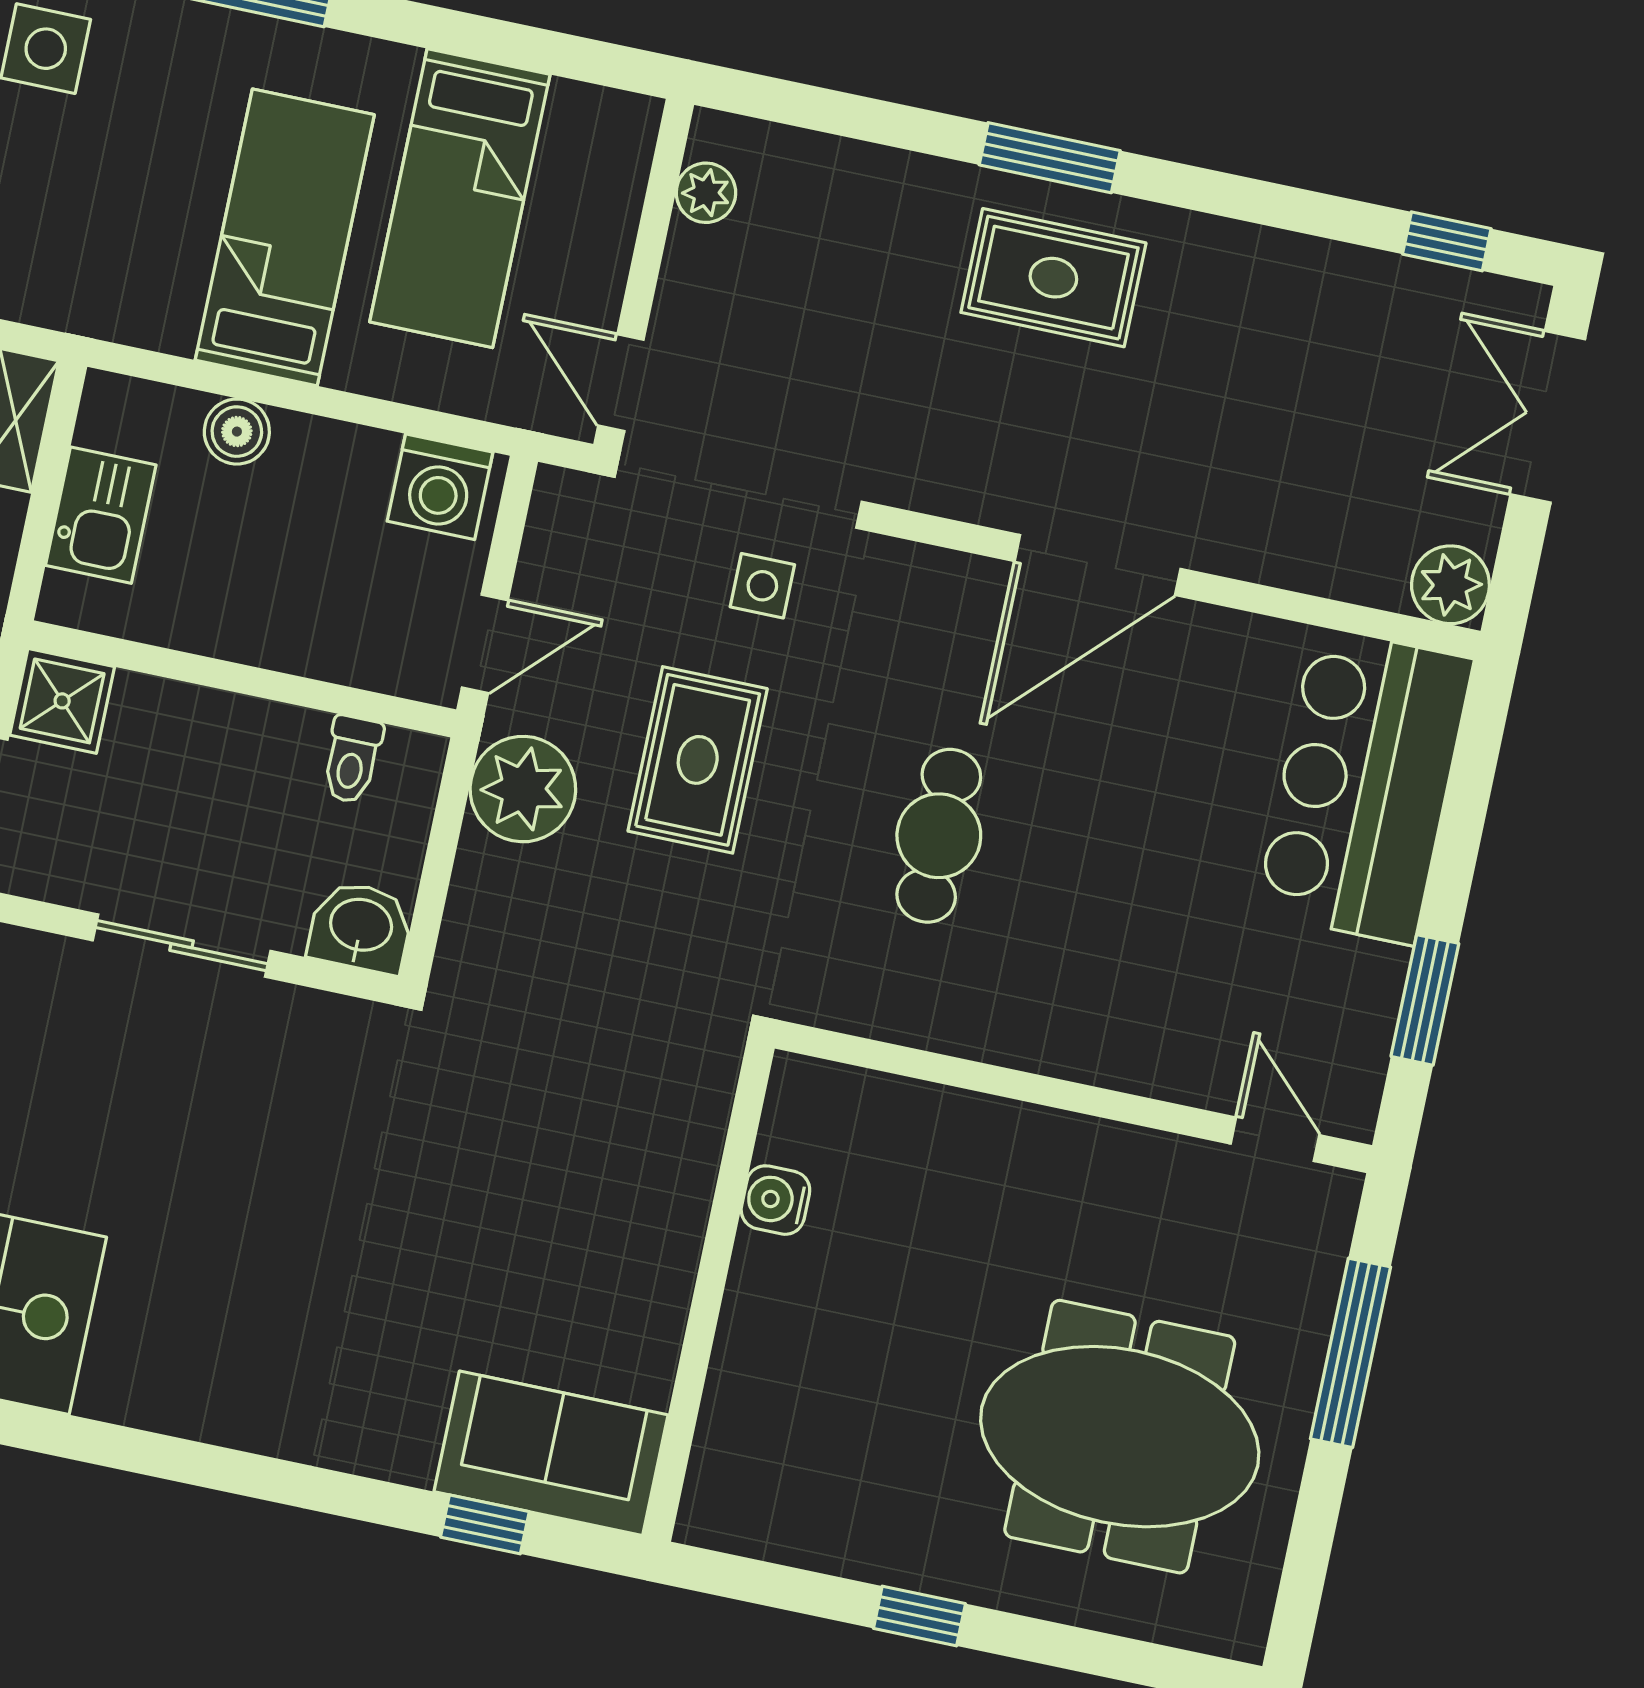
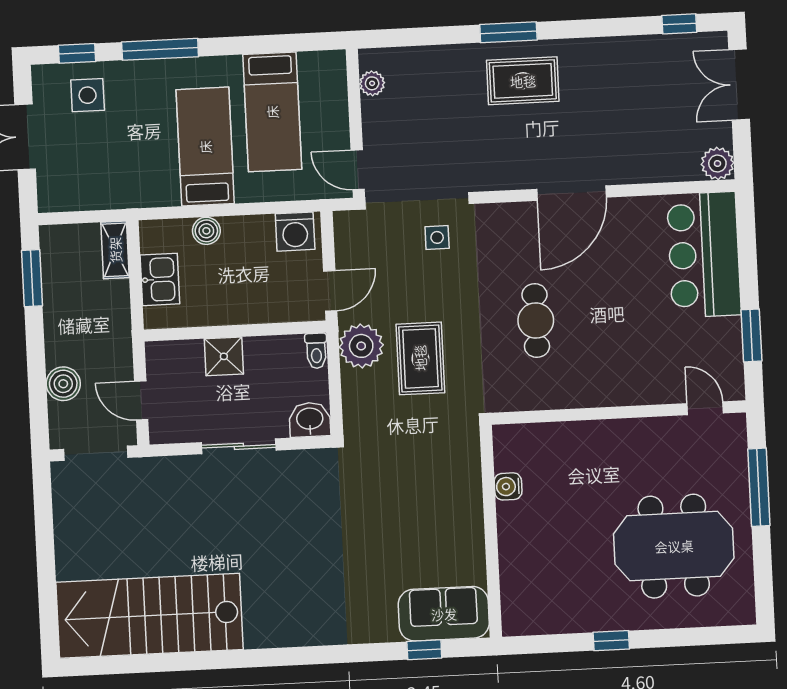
shower: (62, 701) -> (224, 356), moved
toilet: (352, 759) -> (316, 351), moved
rug: (698, 760) -> (420, 358), moved

